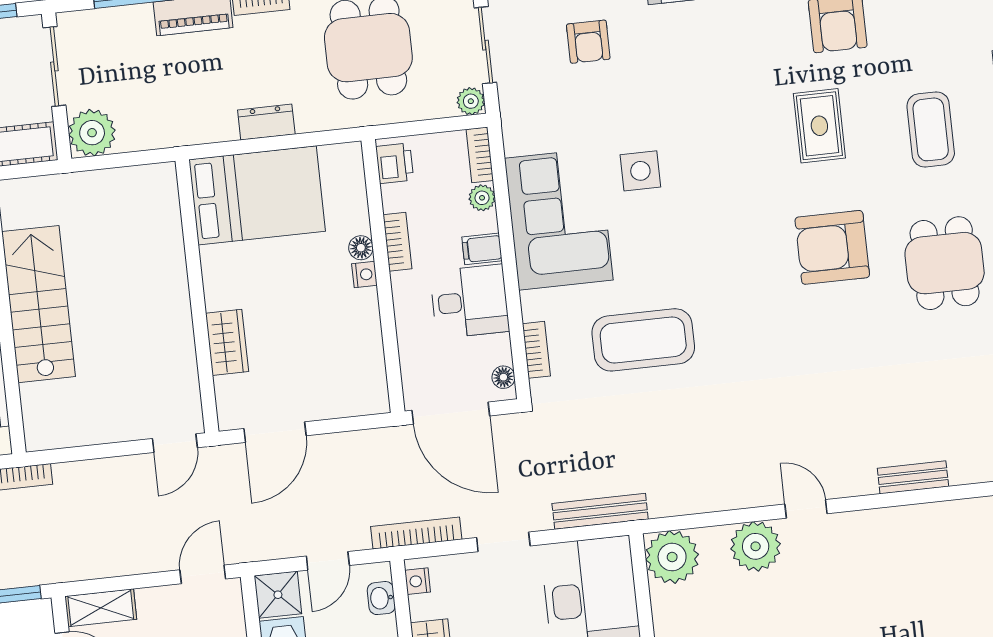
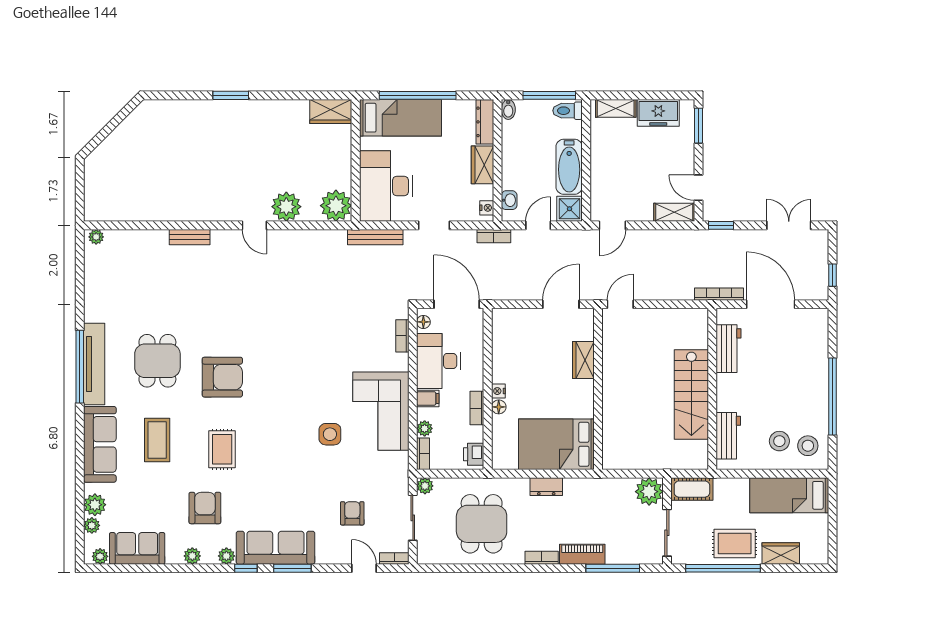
desk: (470, 301) -> (438, 361), width x1.37
coffee table: (643, 340) -> (339, 335), removed
bookcase: (416, 533) -> (494, 236), width x0.64

